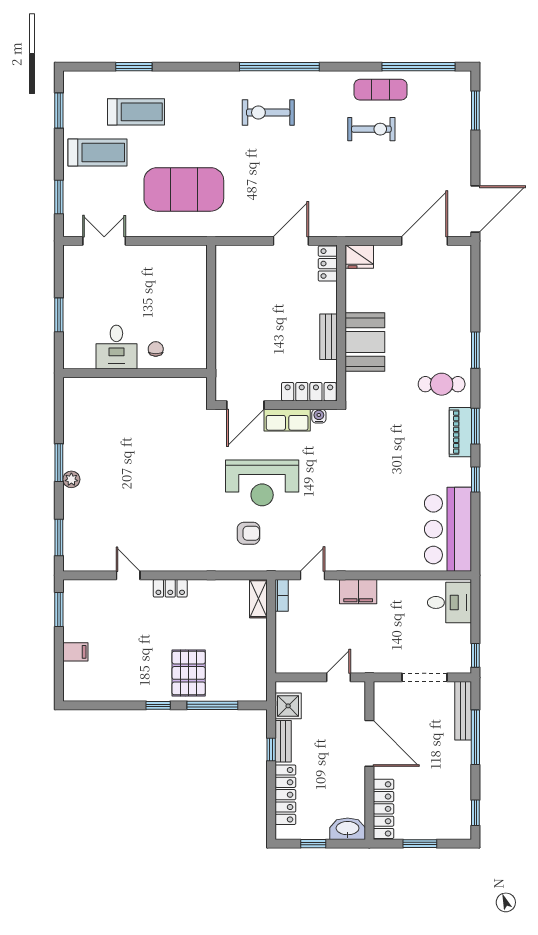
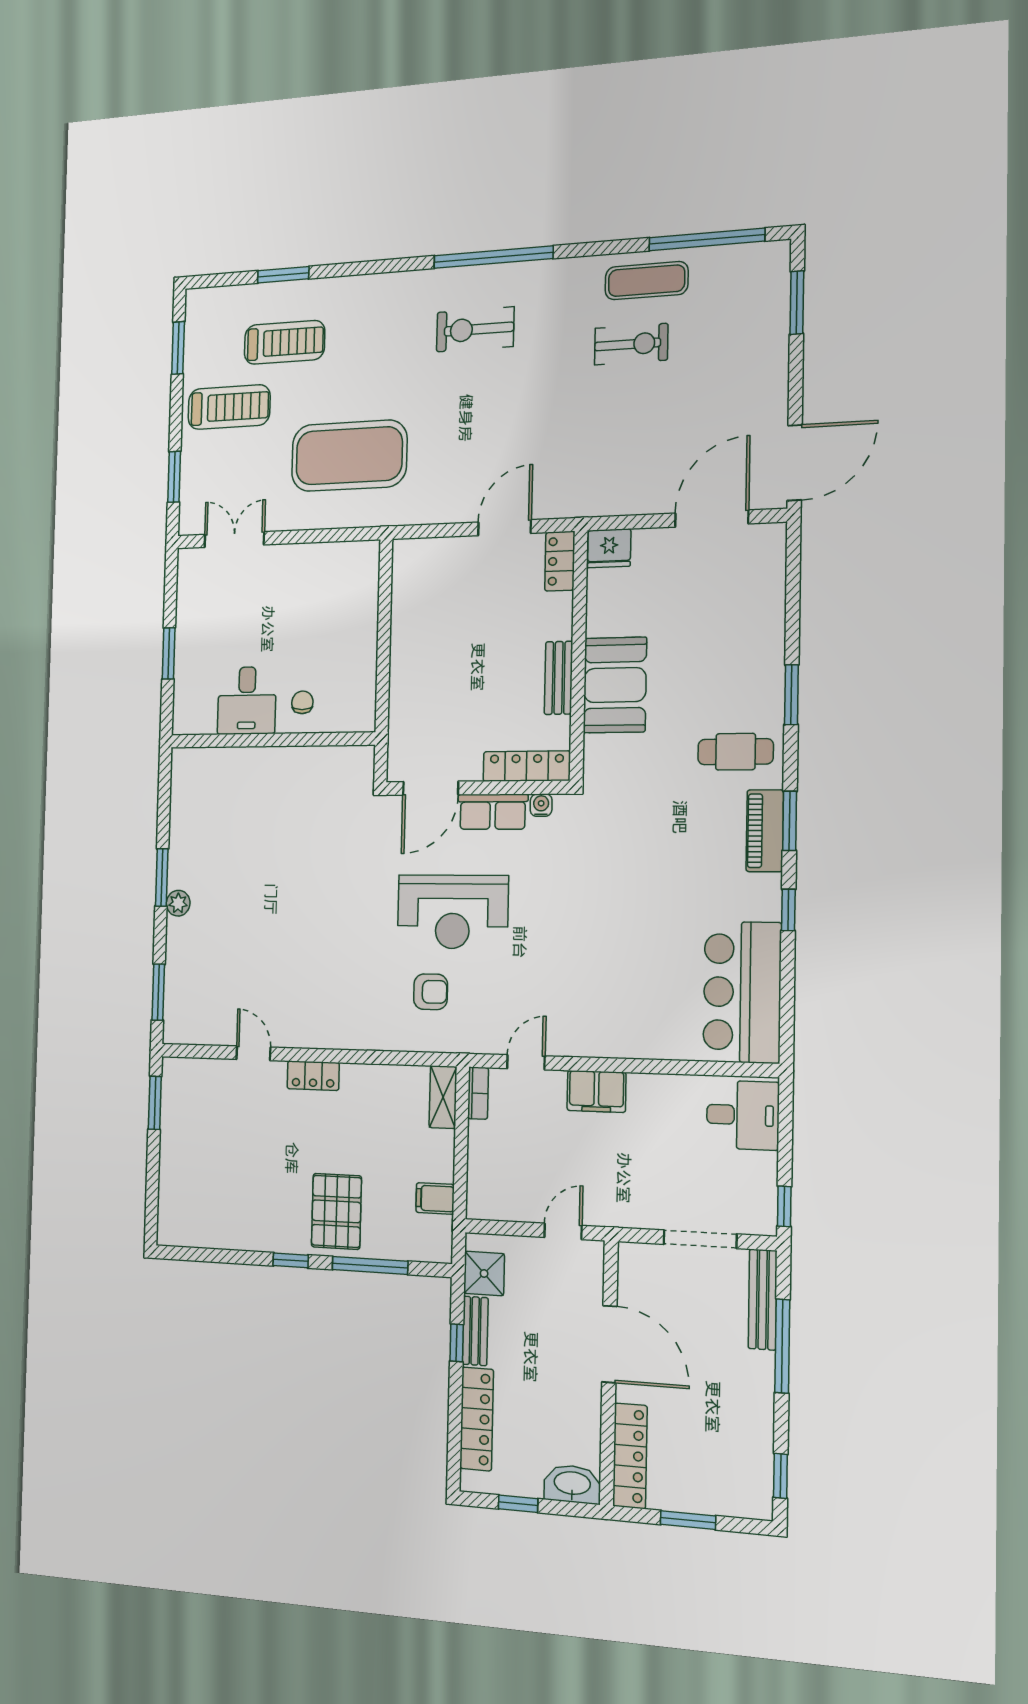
filing cabinet: (75, 652) -> (435, 1198), moved, turned 180

